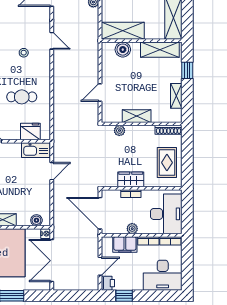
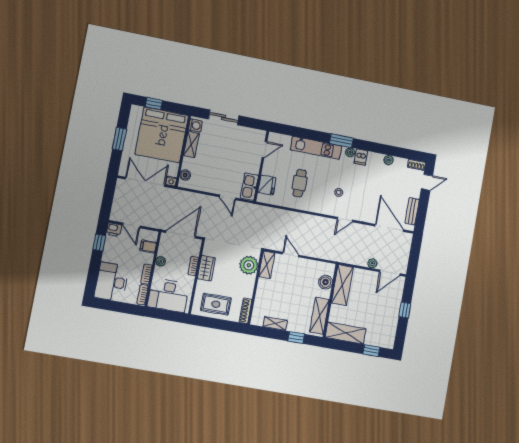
shelving: (137, 116) -> (267, 265), moved
plant: (119, 131) -> (249, 265), width x1.88, depth x1.88
filing cabinet: (125, 245) -> (148, 246), width x0.50

